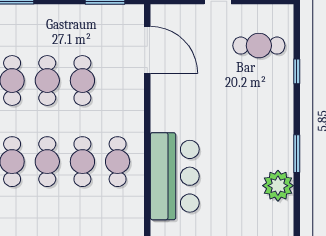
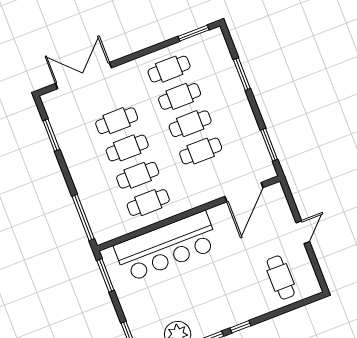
window: (297, 71) -> (240, 327), moved
bar counter: (175, 176) -> (166, 247), width x1.36

